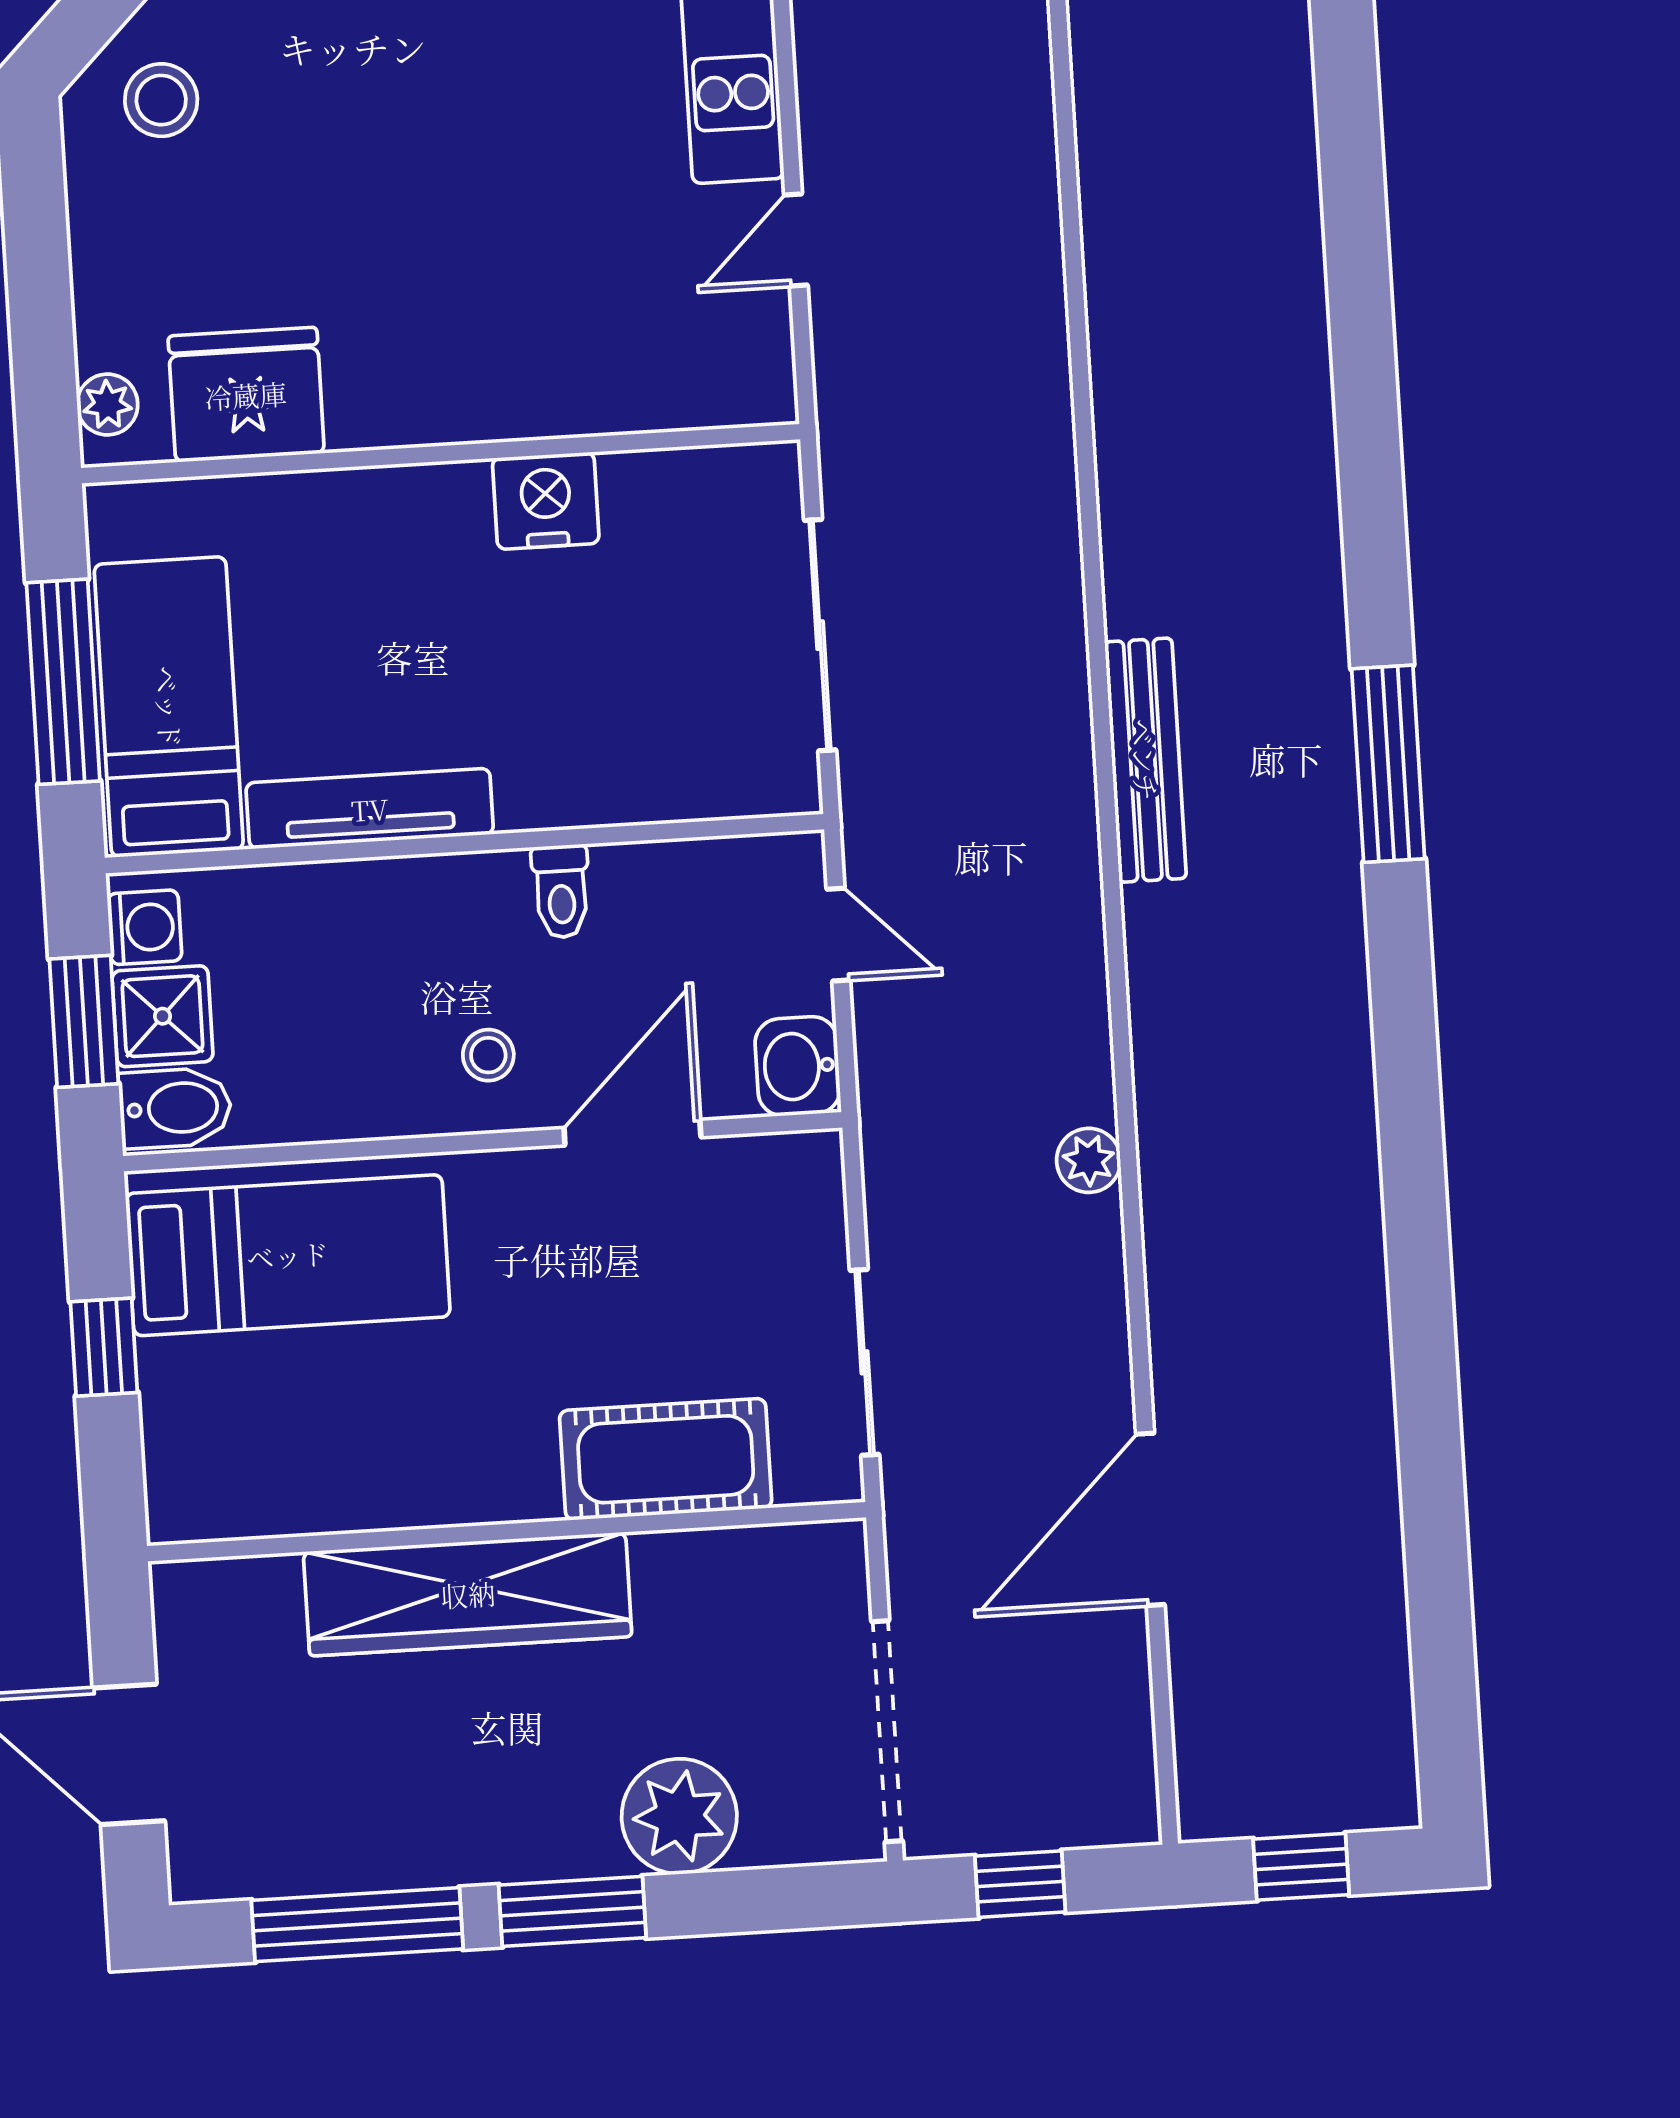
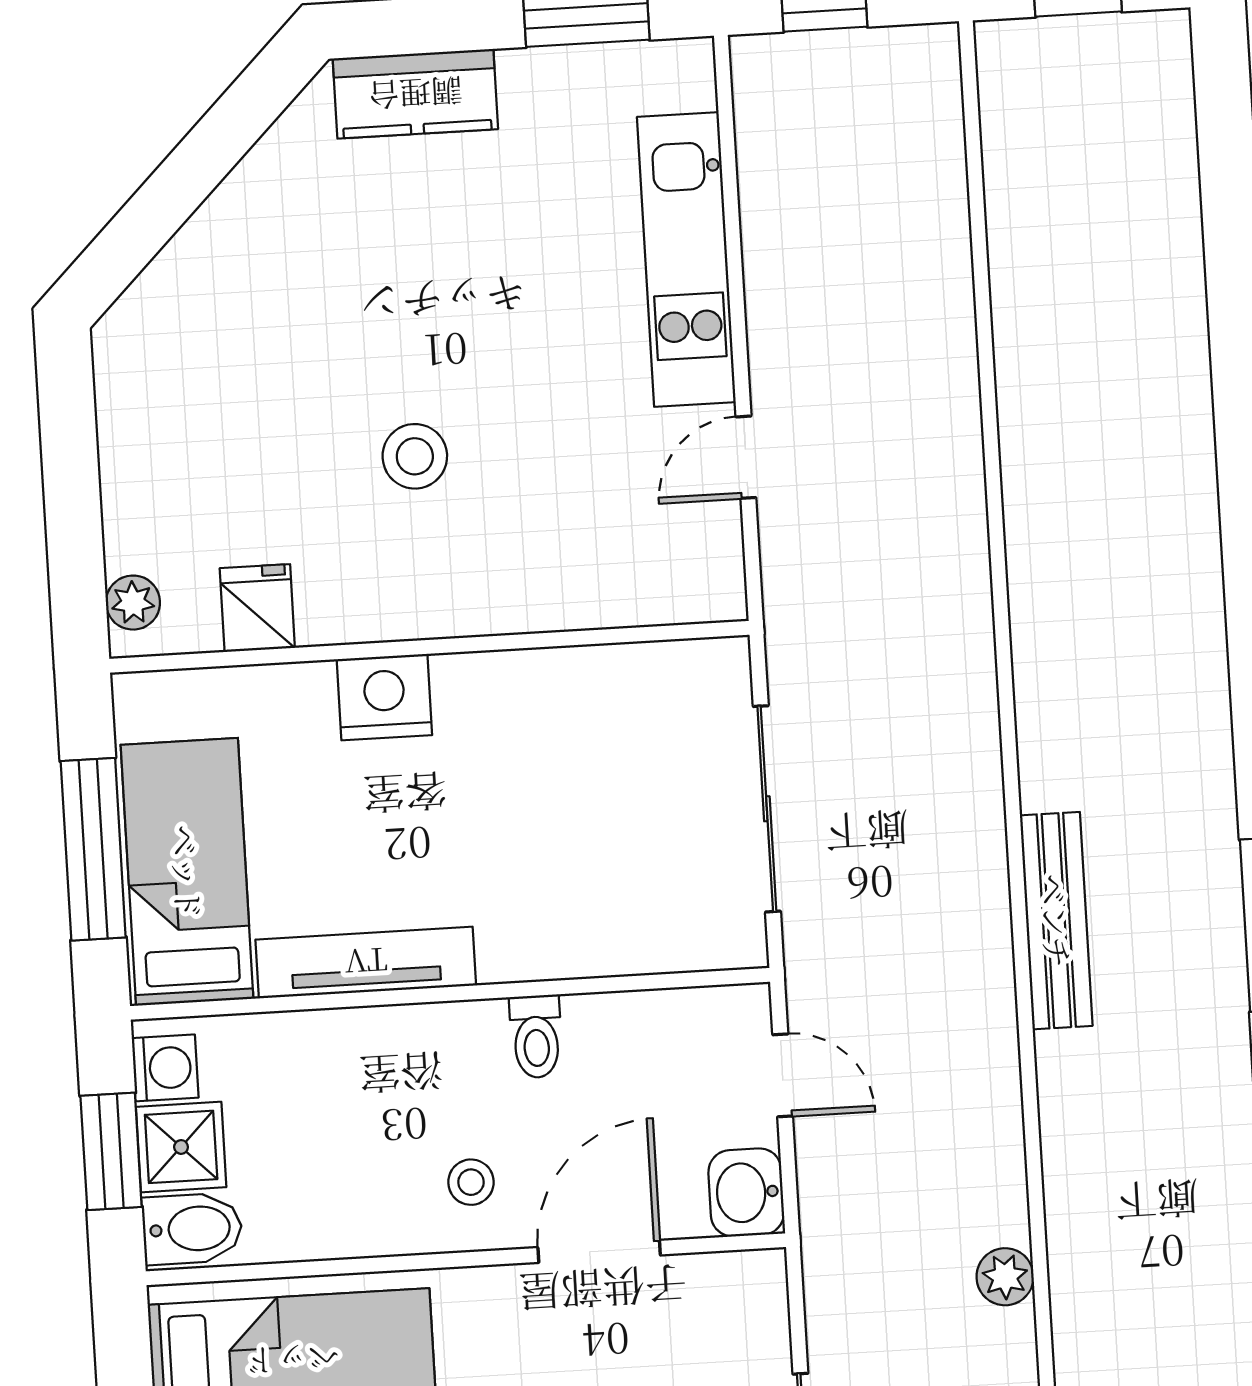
stool: (161, 100) -> (415, 456), moved
fridge: (246, 395) -> (257, 608), width x0.53, depth x0.75
nightstand: (546, 501) -> (384, 697), moved

